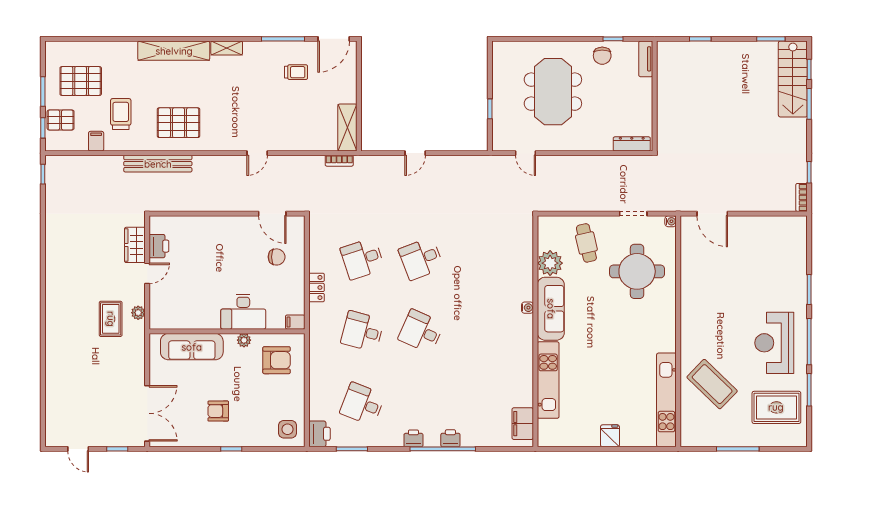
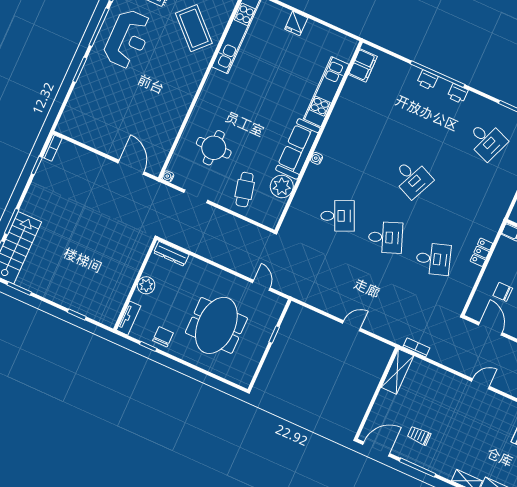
plant: (643, 100) -> (146, 285), added
round table: (637, 271) -> (214, 148), width x0.73, depth x0.73
desk: (362, 331) -> (338, 216), moved, turned -39

